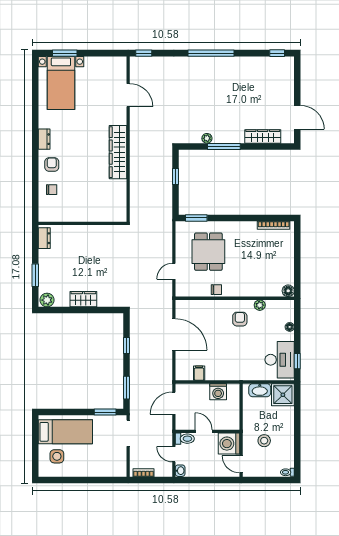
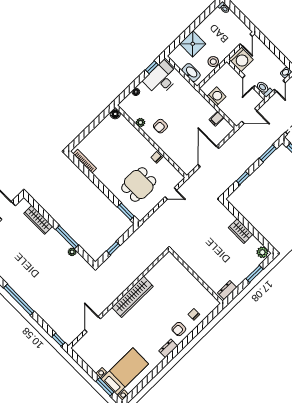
shower: (283, 395) -> (193, 44), moved
stool: (264, 441) -> (213, 62), moved

